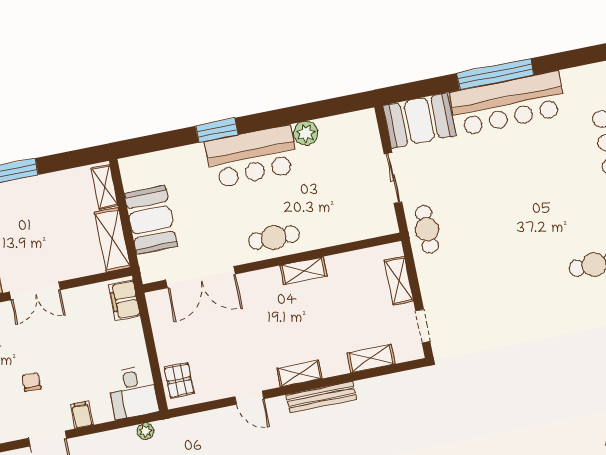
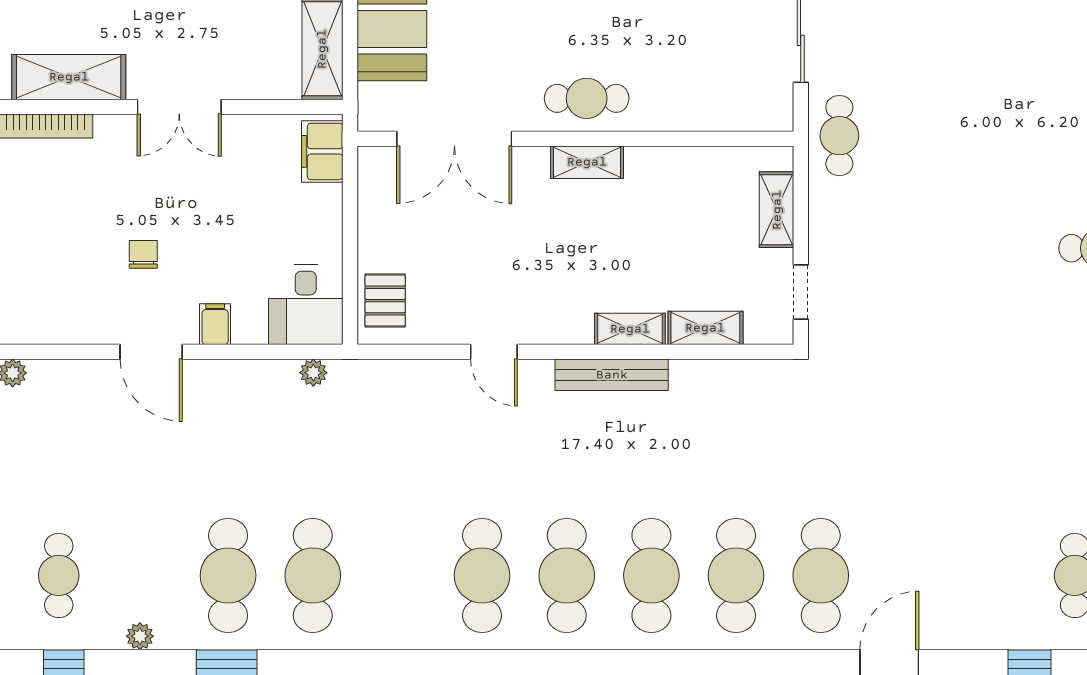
shelving: (303, 271) -> (587, 162), moved
shelving: (299, 374) -> (630, 329), moved

